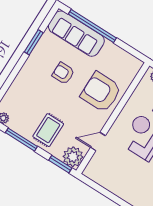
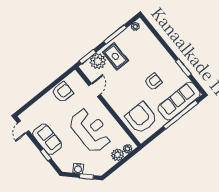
armchair: (101, 92) -> (141, 118), moved, turned -90
plant: (73, 157) -> (98, 61), moved
armchair: (114, 180) -> (62, 92), added

